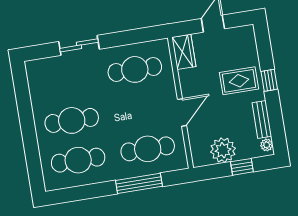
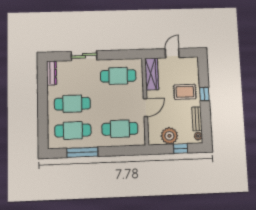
wardrobe: (184, 52) -> (152, 74), width x1.50
dresser: (34, 78) -> (52, 73), added
window: (139, 183) -> (82, 152), moved

